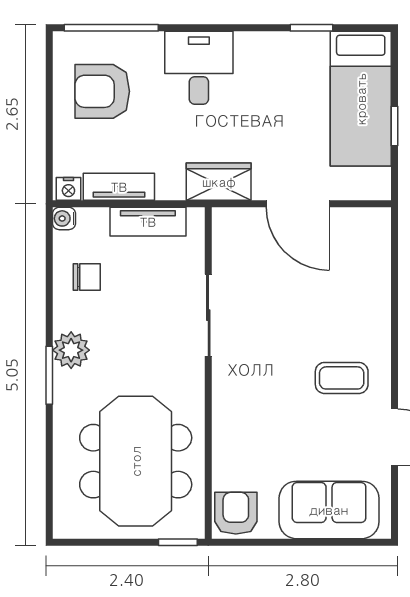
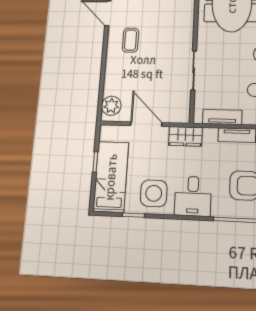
side table: (274, 70) -> (154, 193), added
plant: (371, 239) -> (111, 106), added
coffee table: (342, 378) -> (131, 40), turned 90

